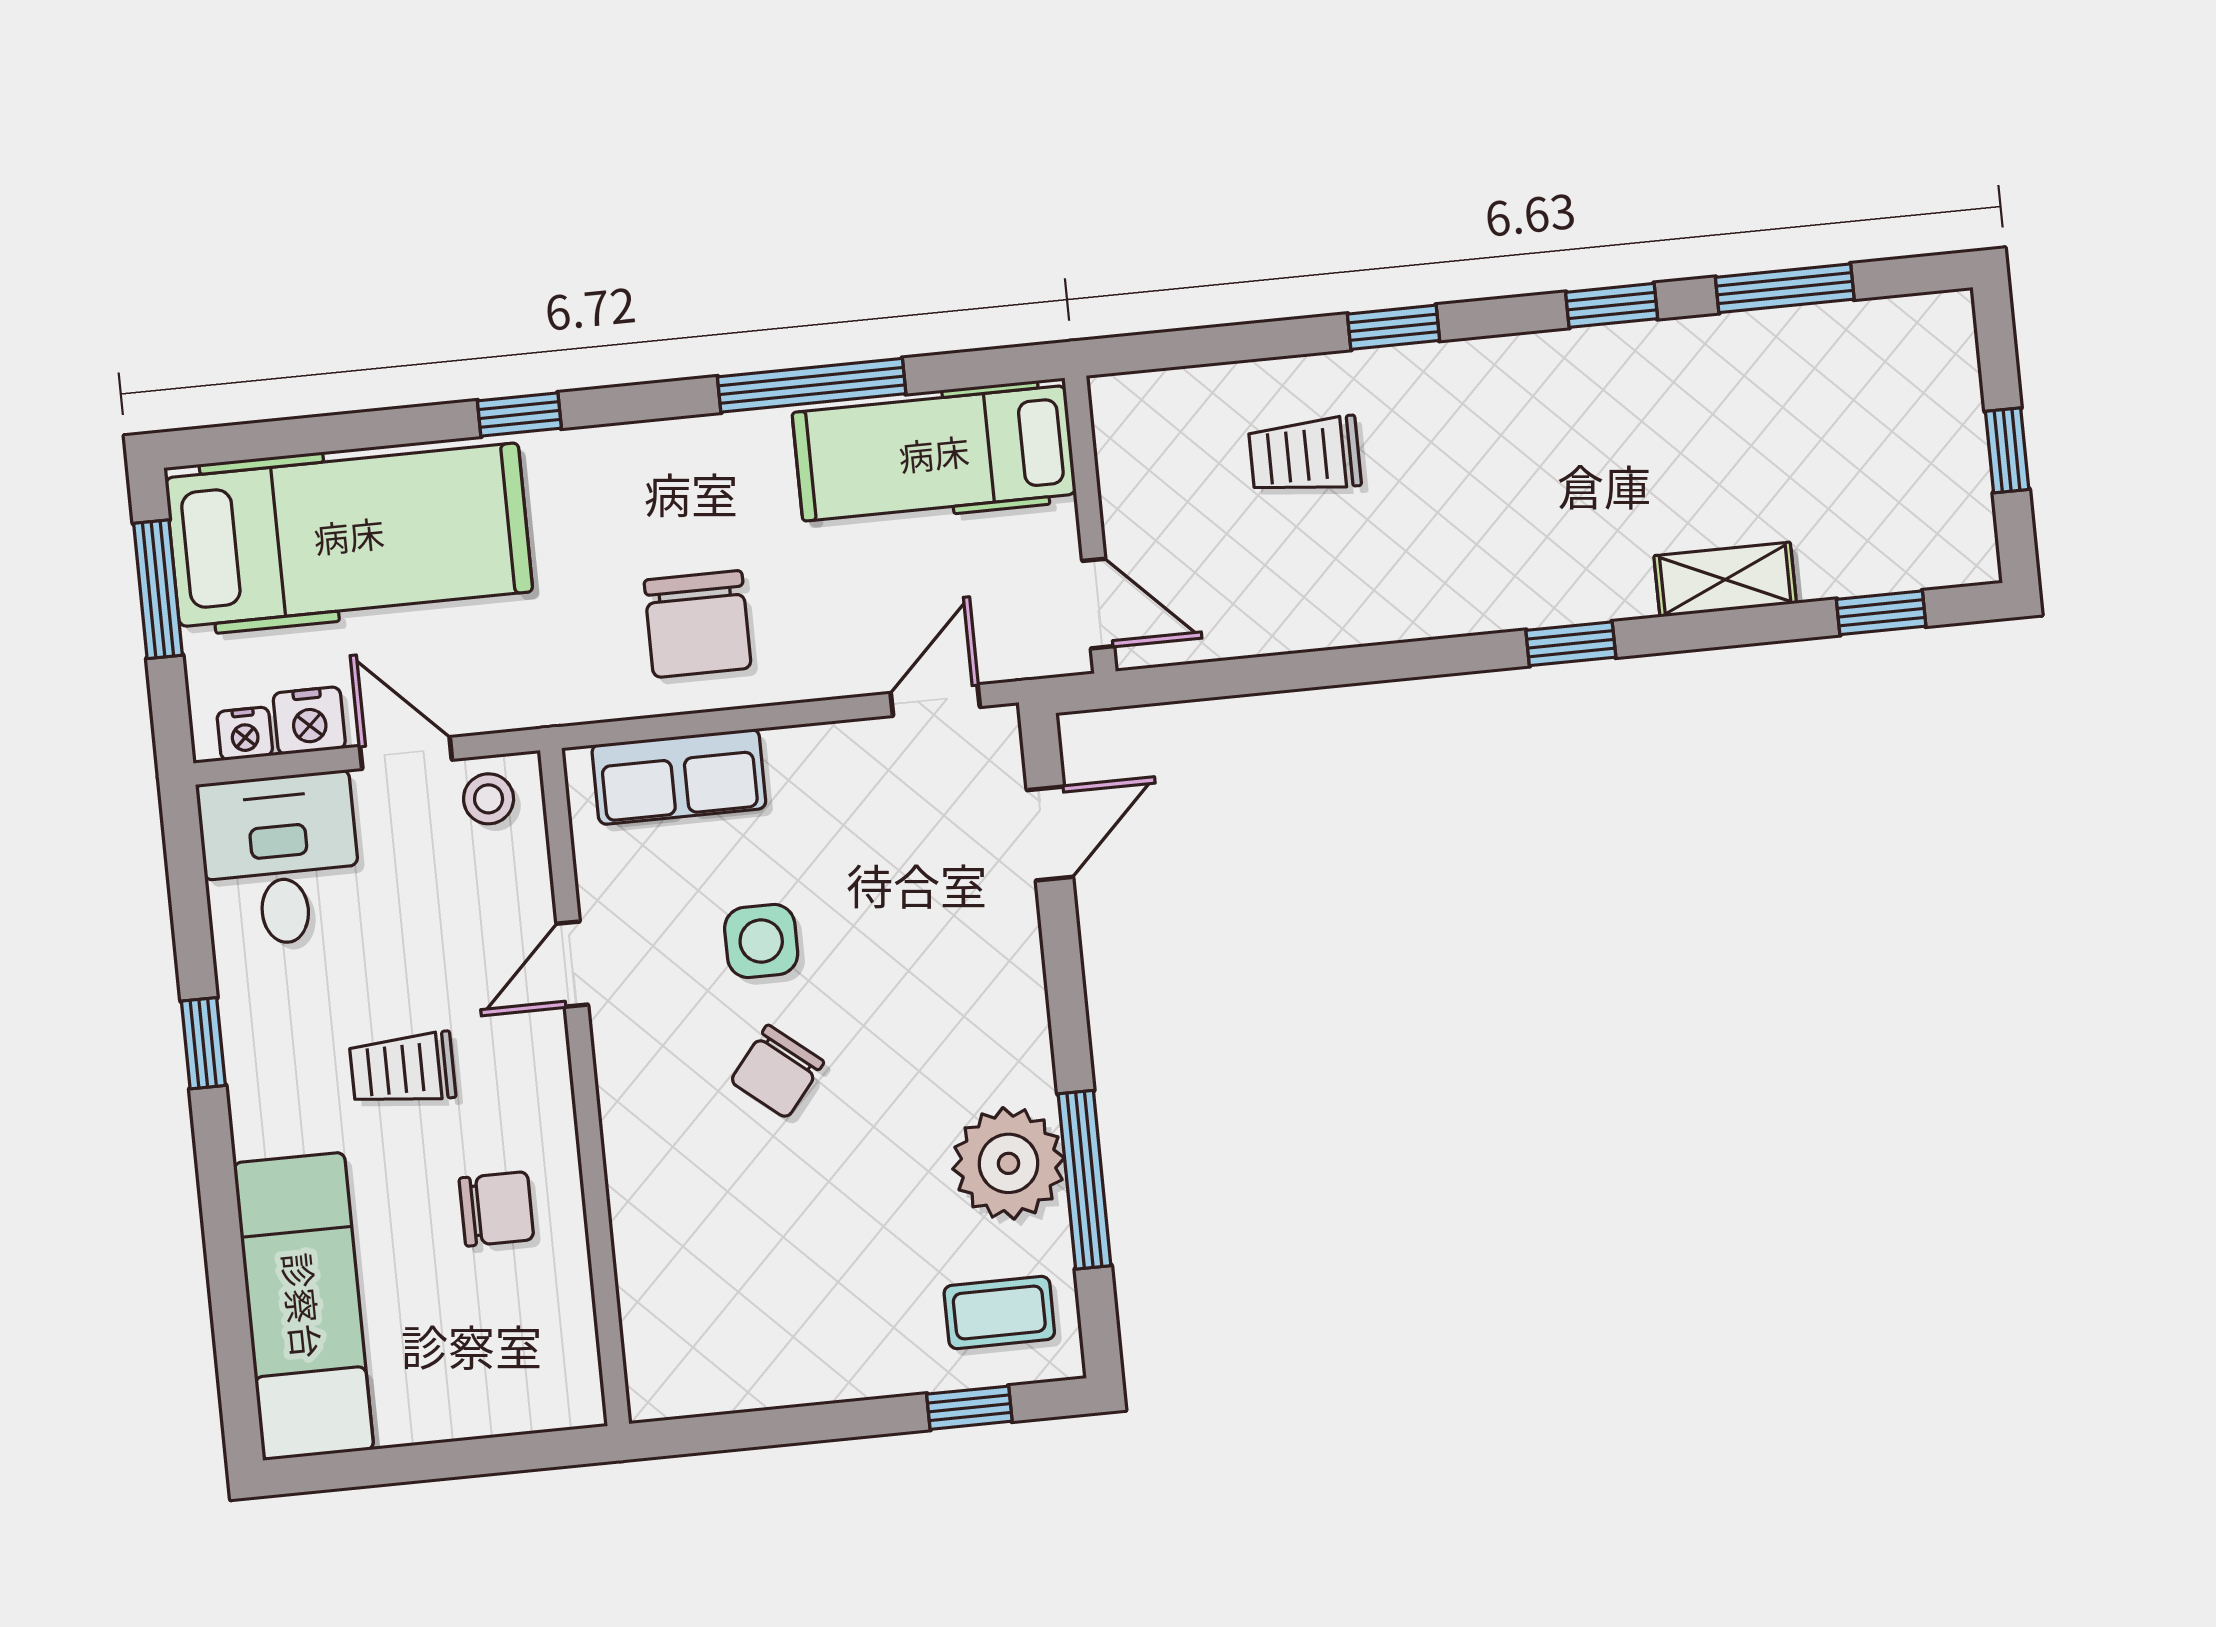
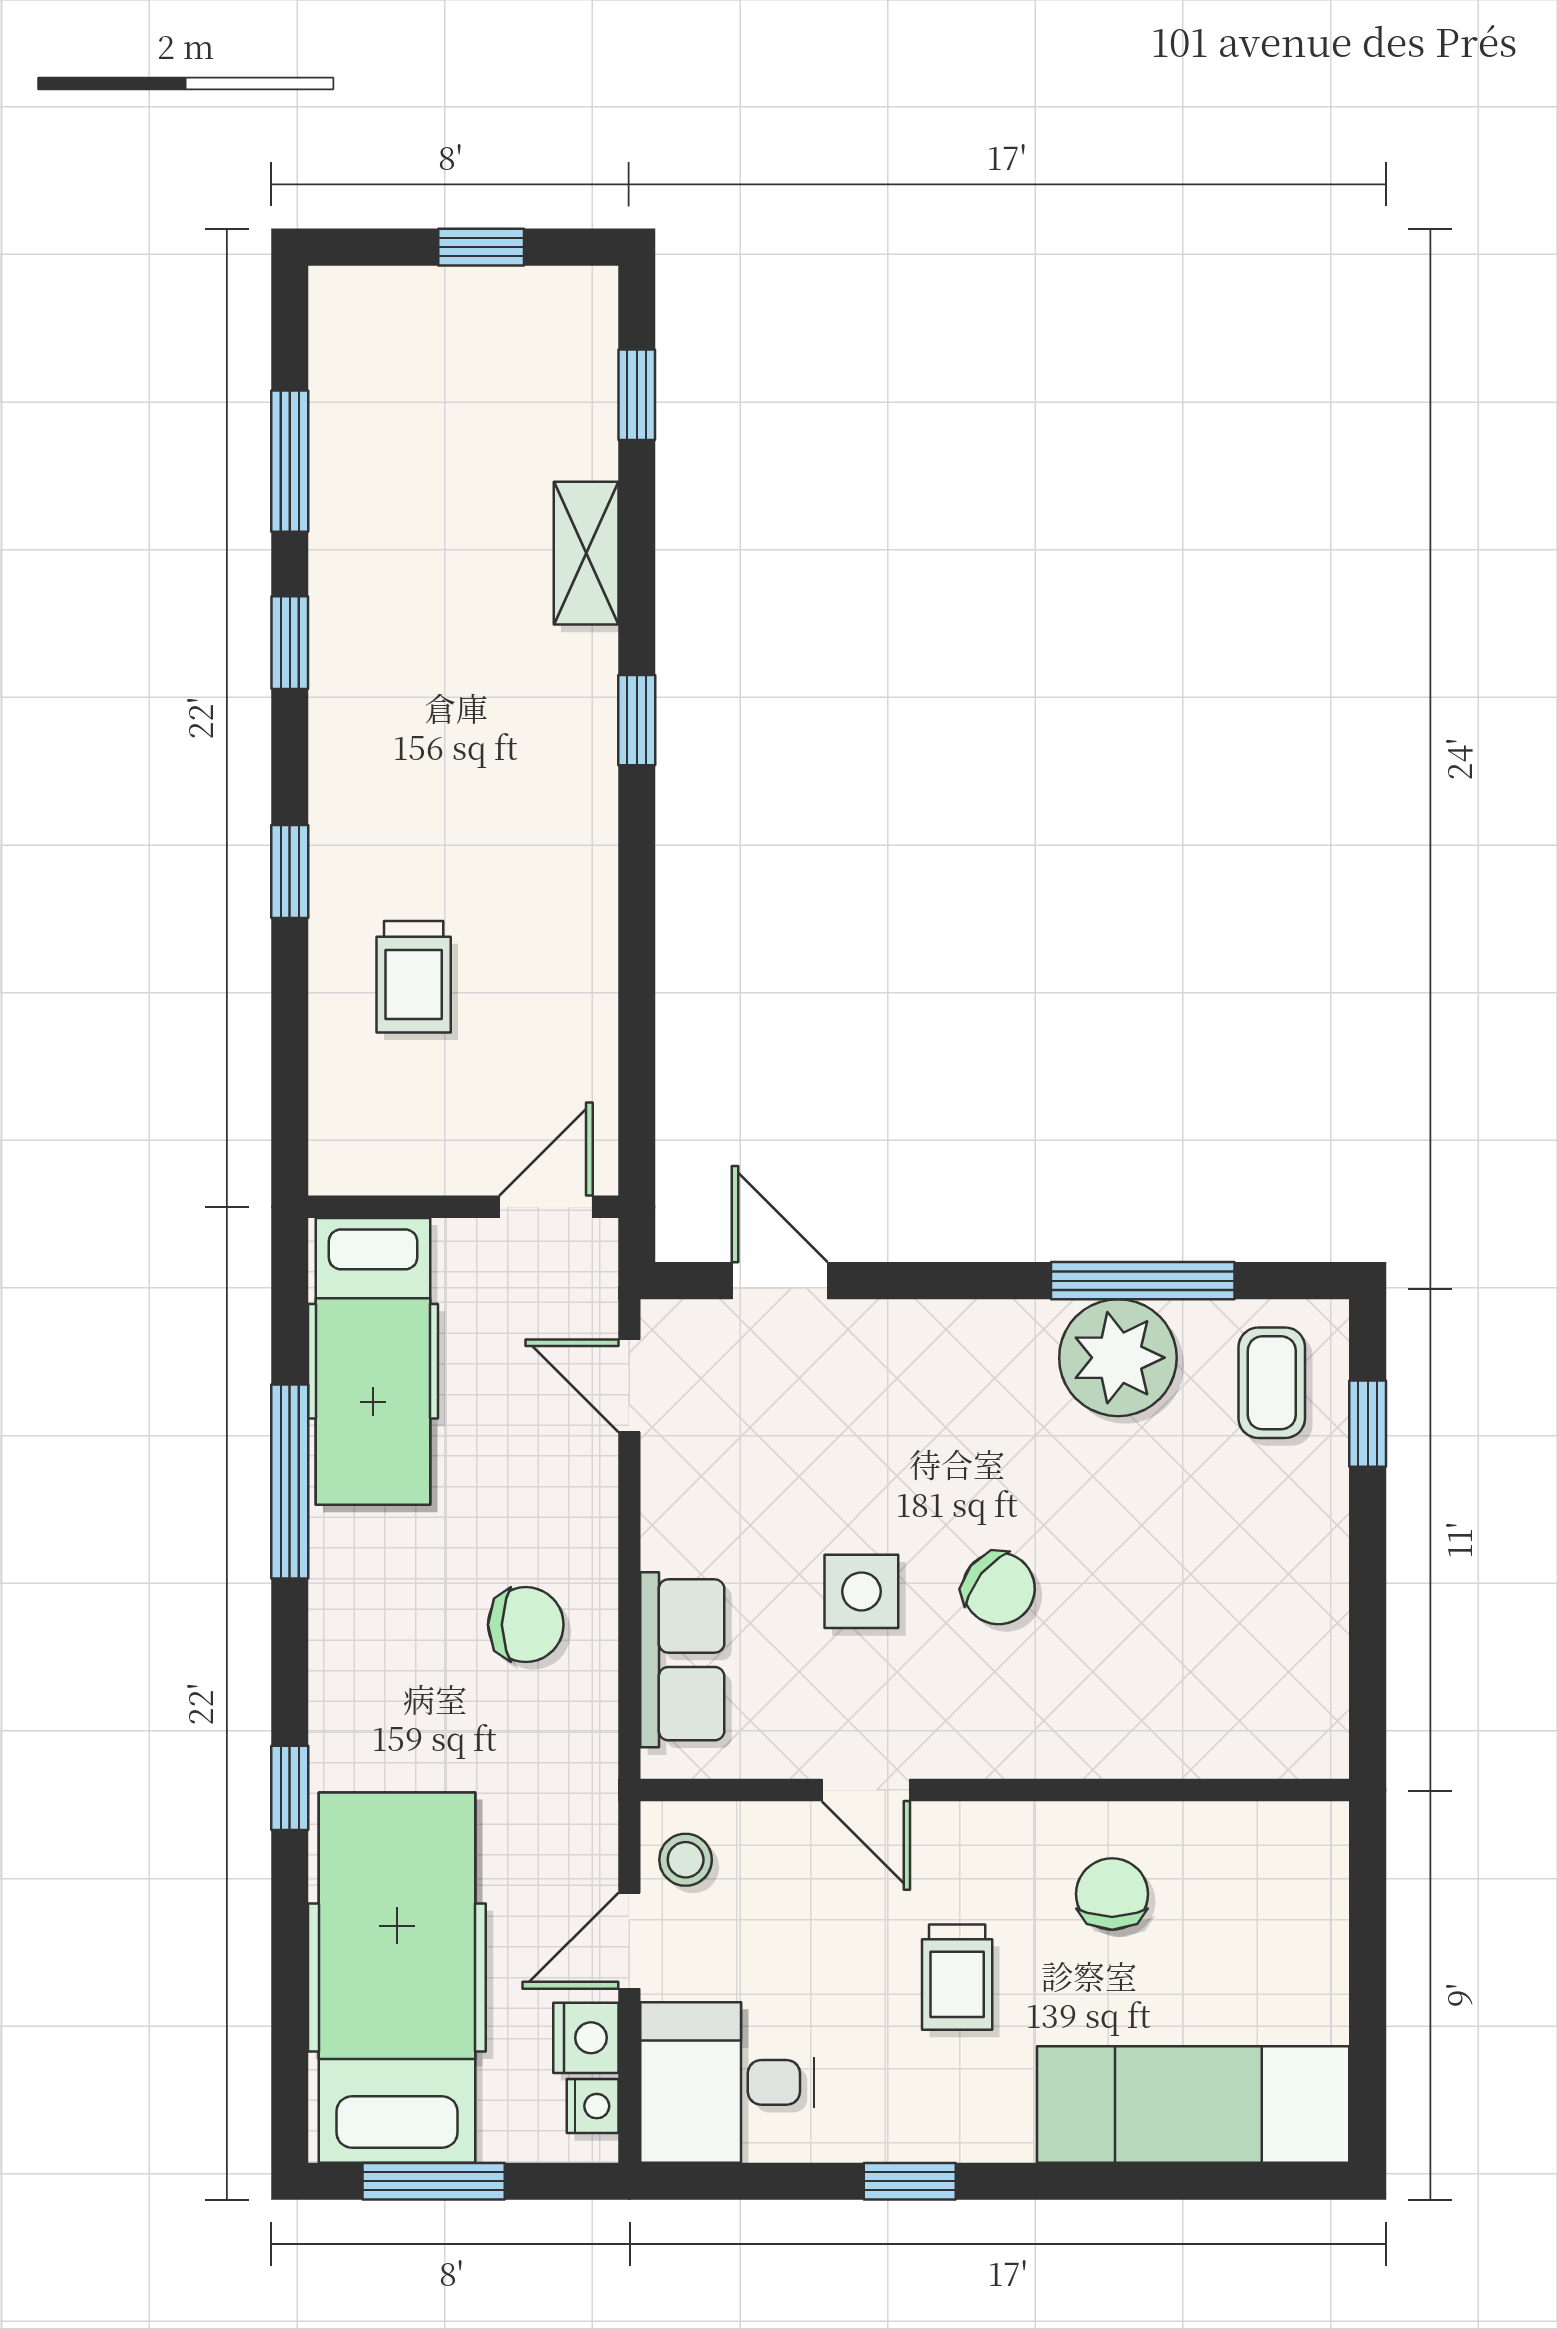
chair: (698, 624) -> (526, 1625), width x0.73, depth x0.73

